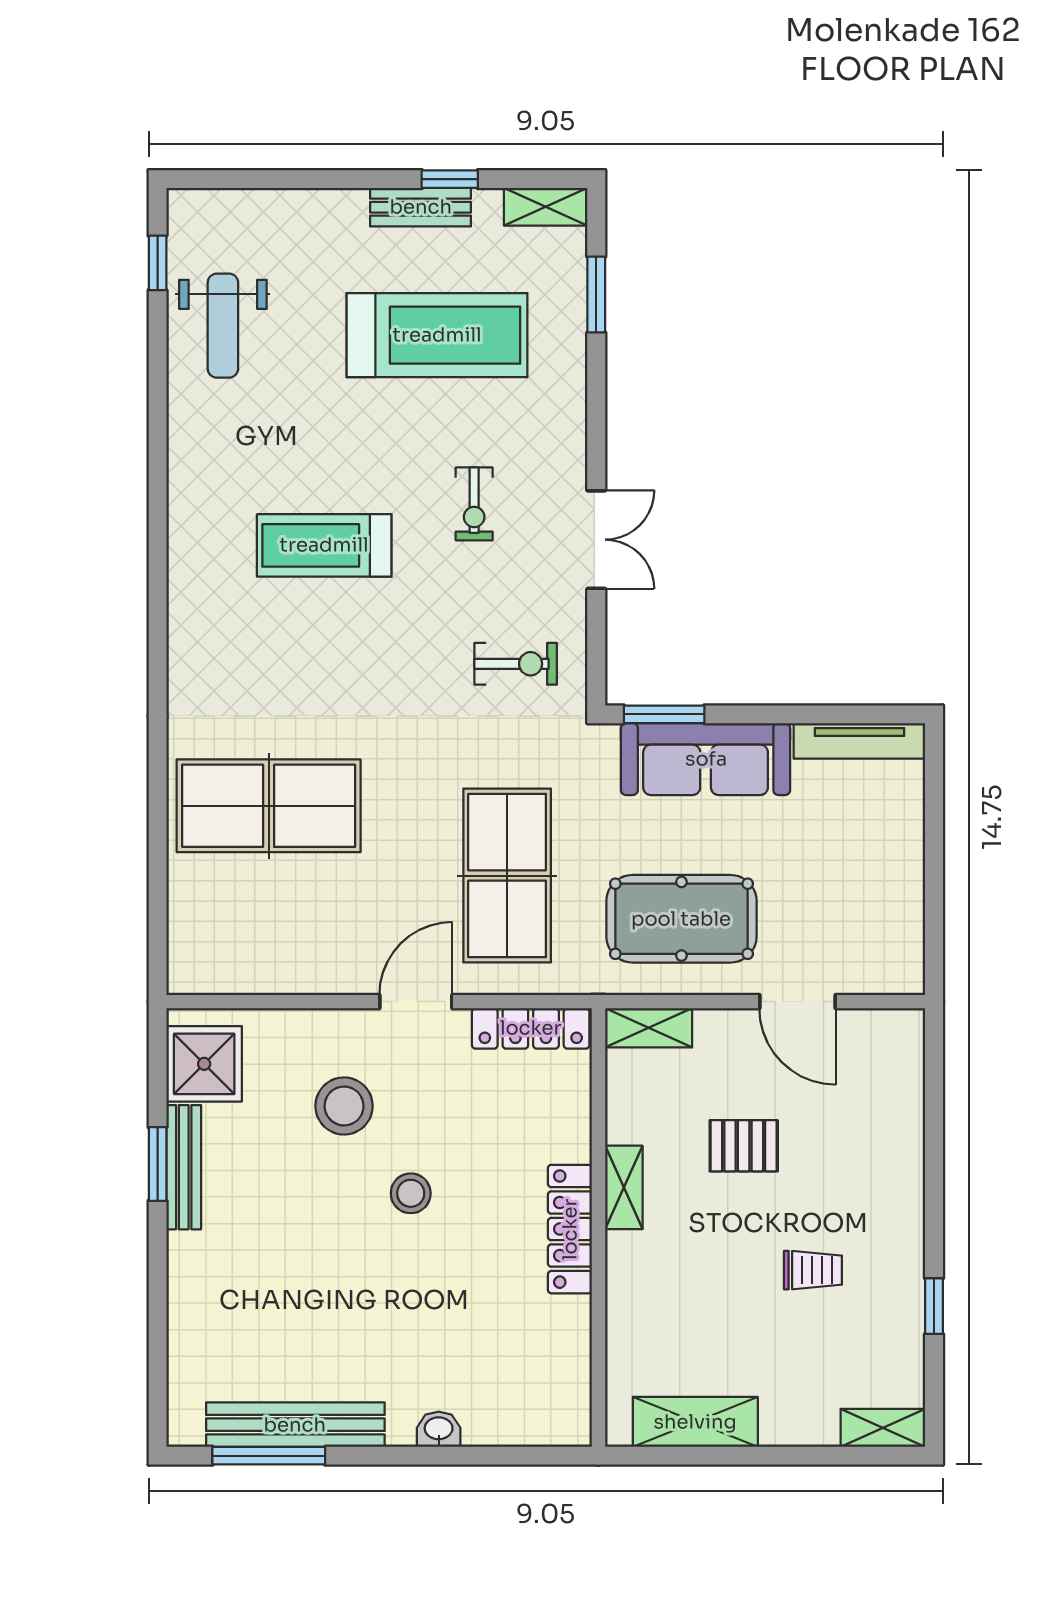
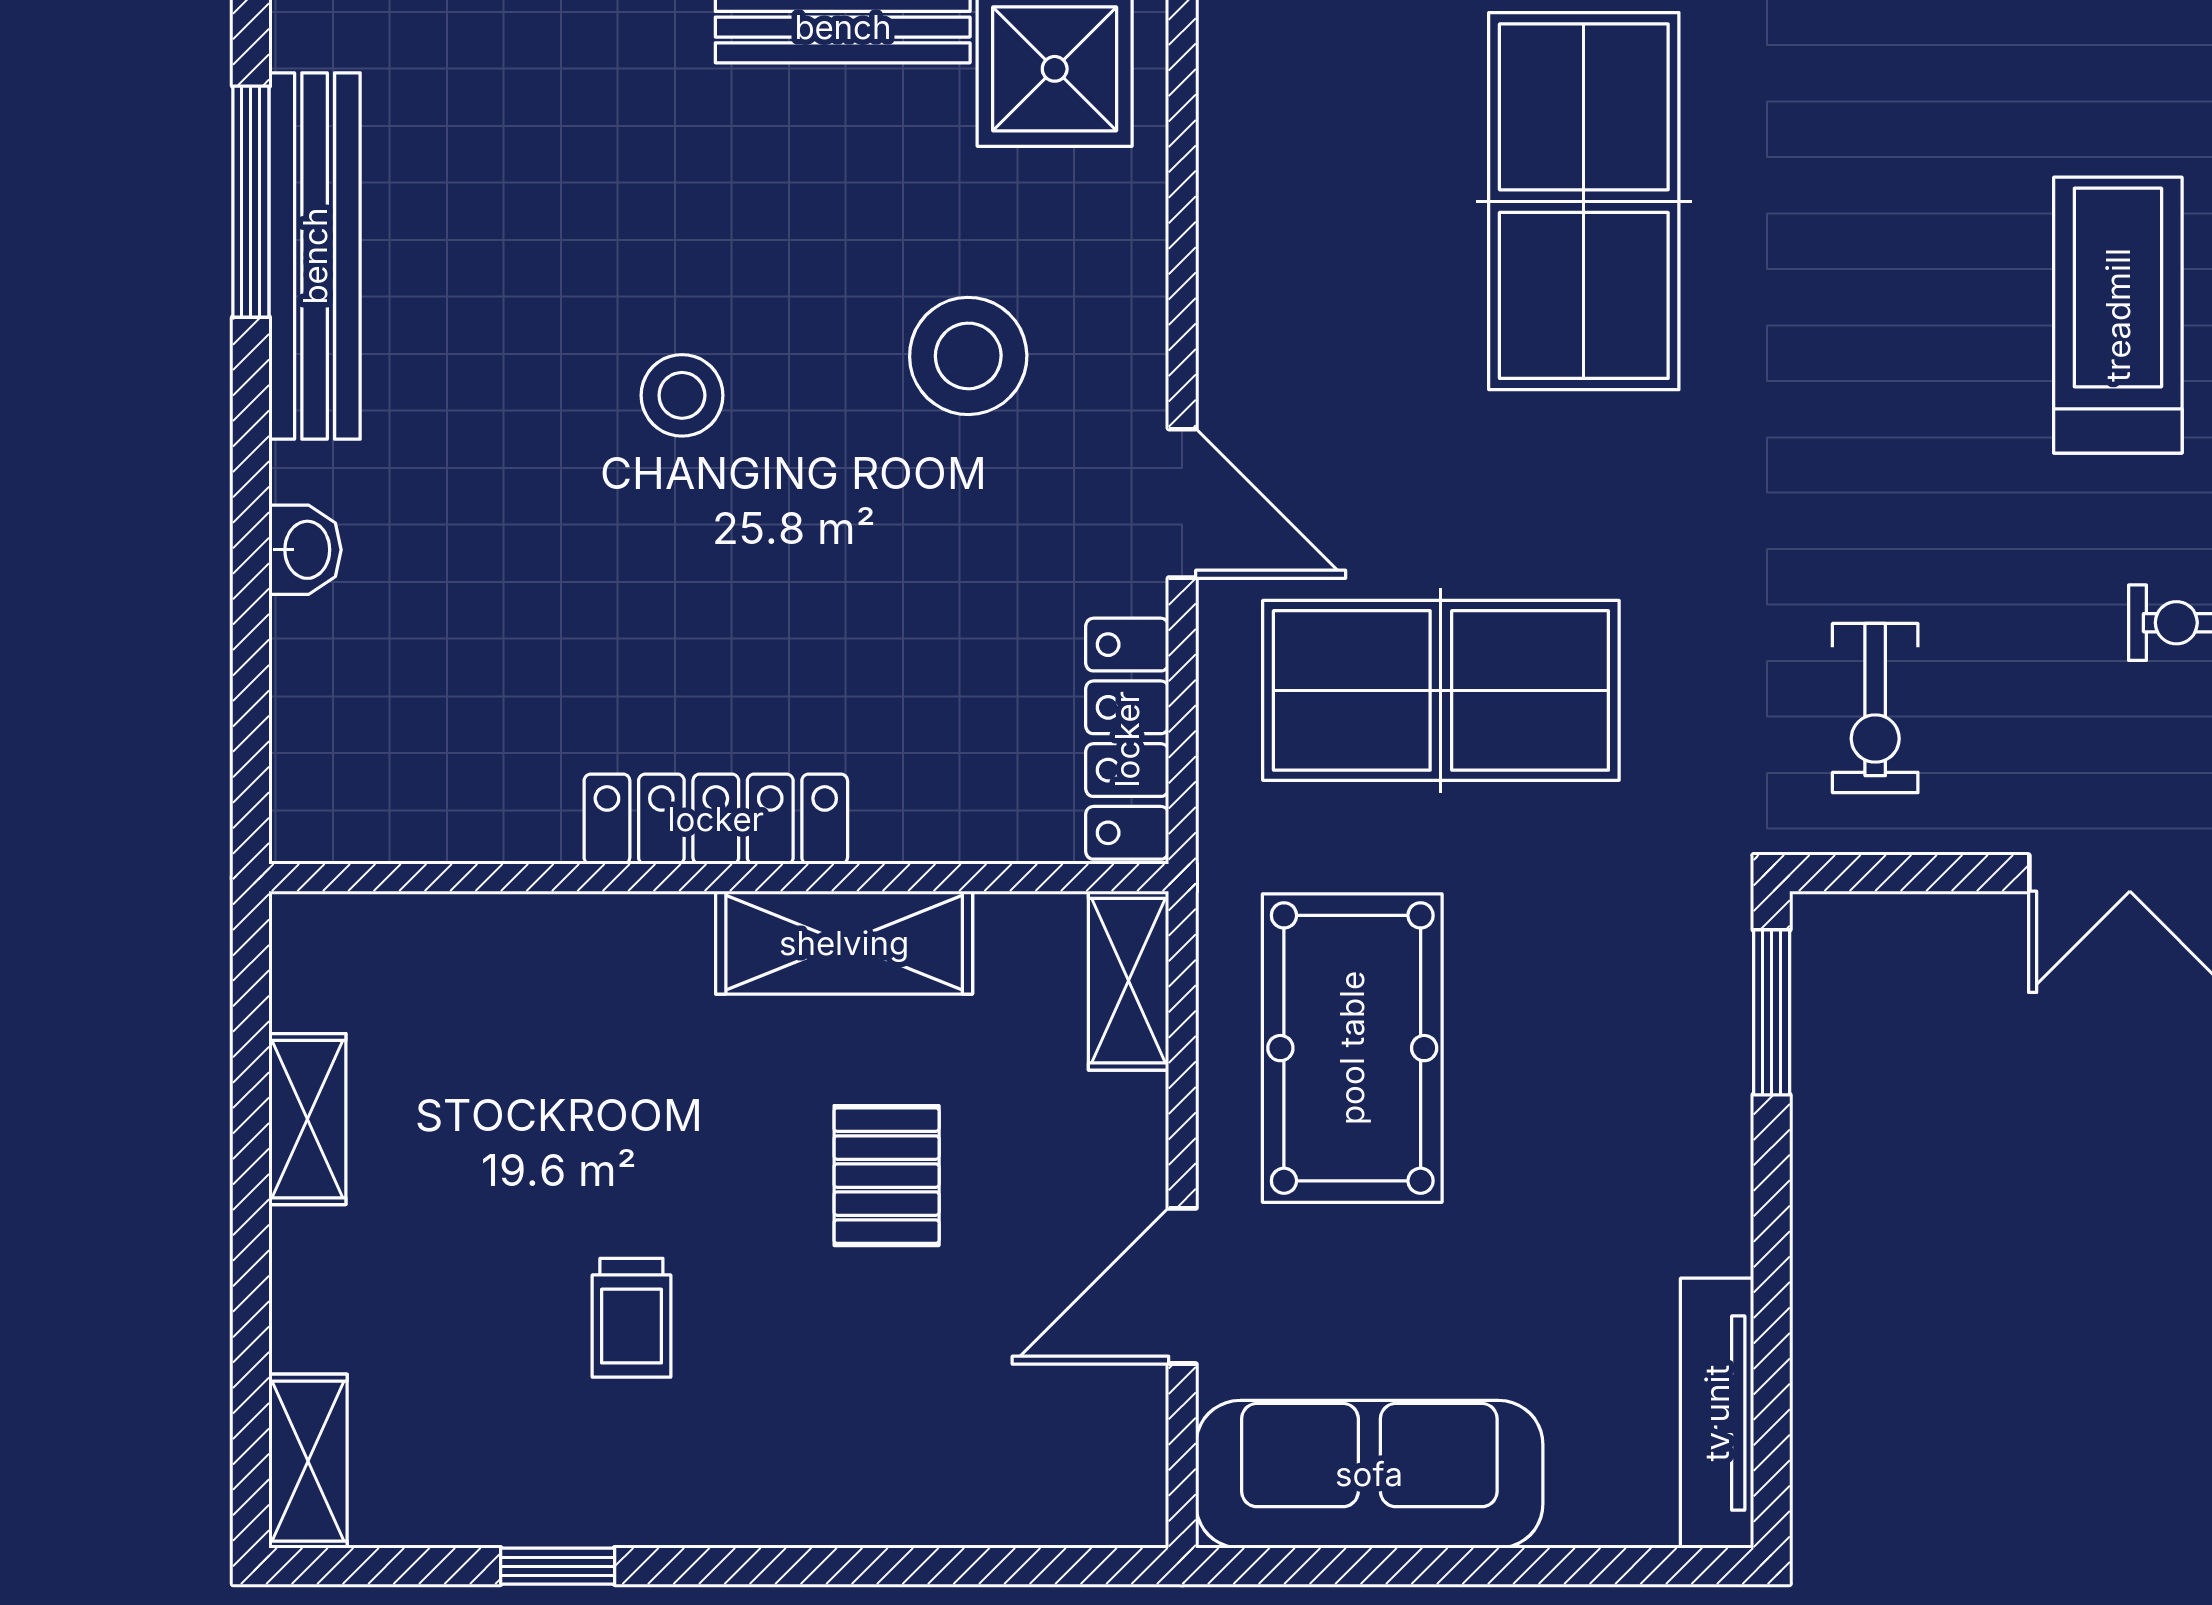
sofa: (706, 759) -> (1369, 1474), moved, turned 90
shelving: (624, 1187) -> (844, 943), width x1.50, depth x1.33
stool: (411, 1193) -> (682, 395), moved
shelving: (695, 1422) -> (307, 1119), width x0.67, depth x0.75

